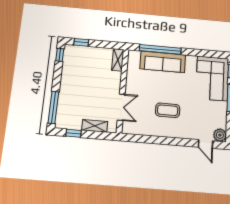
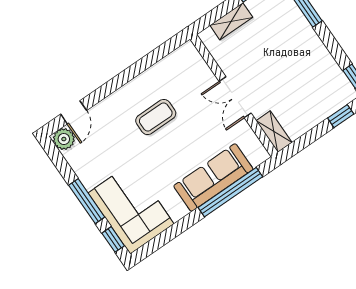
double door: (121, 107) -> (235, 97), moved
door: (205, 144) -> (74, 112), swing flipped

